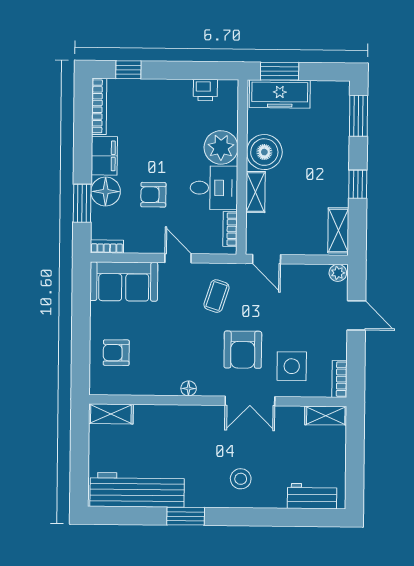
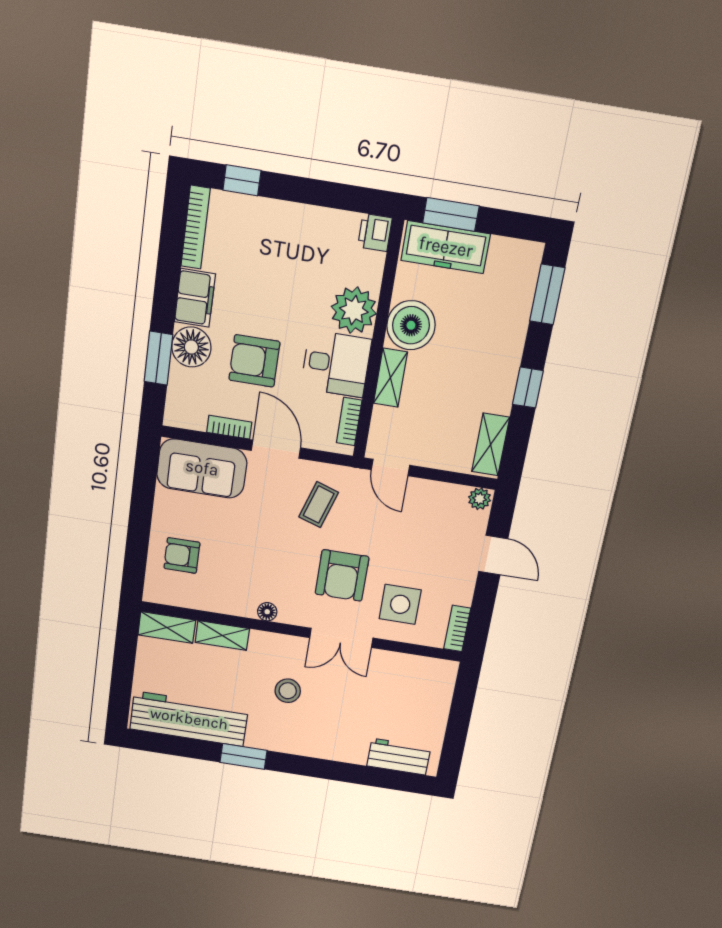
printer: (205, 90) -> (375, 232), moved, turned 90
armchair: (153, 195) -> (254, 361), width x1.38, depth x1.38
bookcase: (107, 246) -> (229, 427), moved
door: (178, 258) -> (276, 449), width x1.37
shelving: (326, 416) -> (222, 635), moved
stool: (241, 479) -> (288, 691), moved

